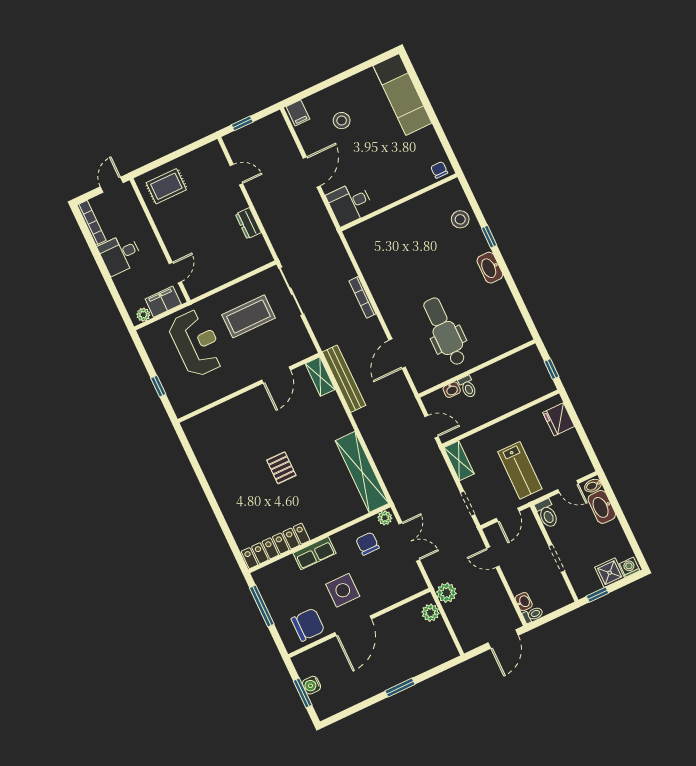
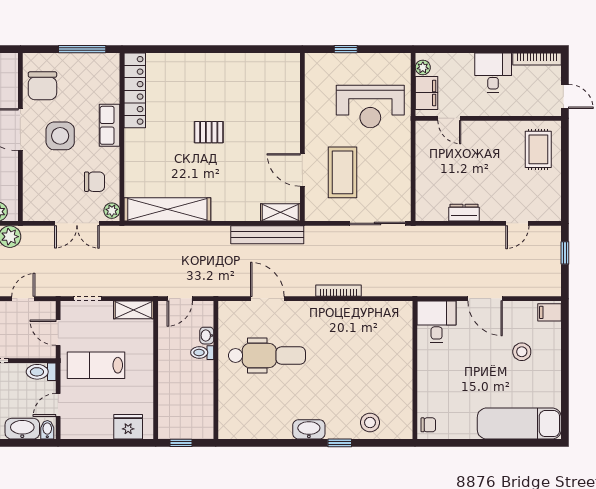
coffee table: (249, 316) -> (342, 172), moved

